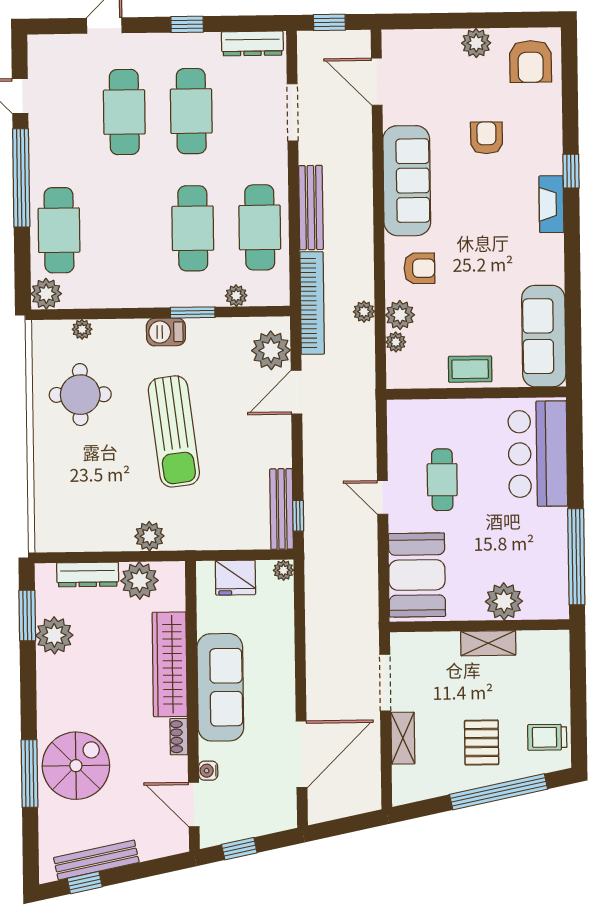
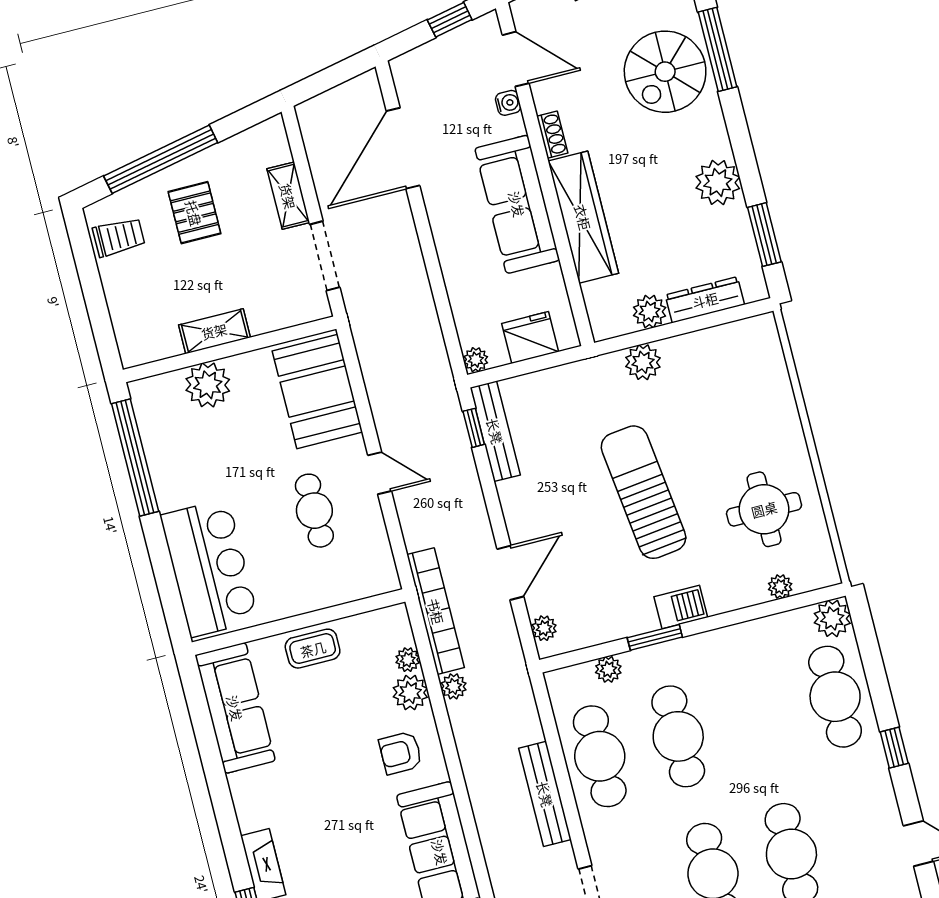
window: (21, 178) -> (894, 748), width x0.32
bookcase: (312, 303) -> (436, 611), moved, turned 180
plant: (271, 350) -> (544, 628), width x0.53, depth x0.53
plant: (139, 581) -> (650, 312), width x0.73, depth x0.73
plant: (54, 635) -> (718, 182), moved

